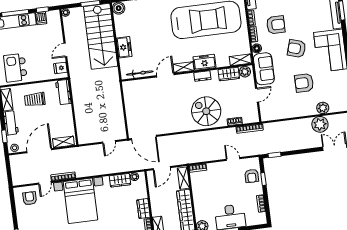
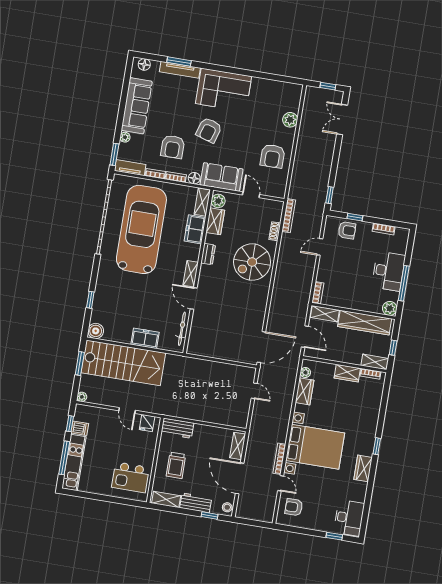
armchair: (276, 25) -> (173, 147), turned 180
freezer: (204, 62) -> (195, 229), moved
armchair: (304, 83) -> (273, 156), moved
plant: (320, 124) -> (309, 129), removed

